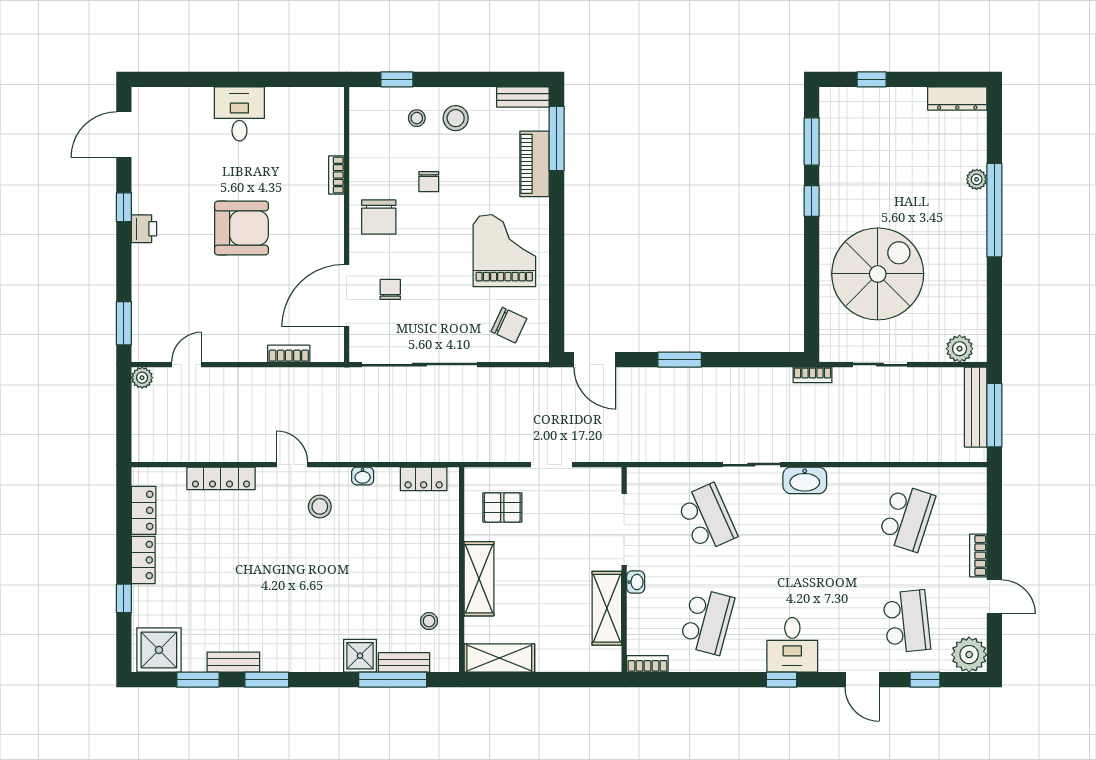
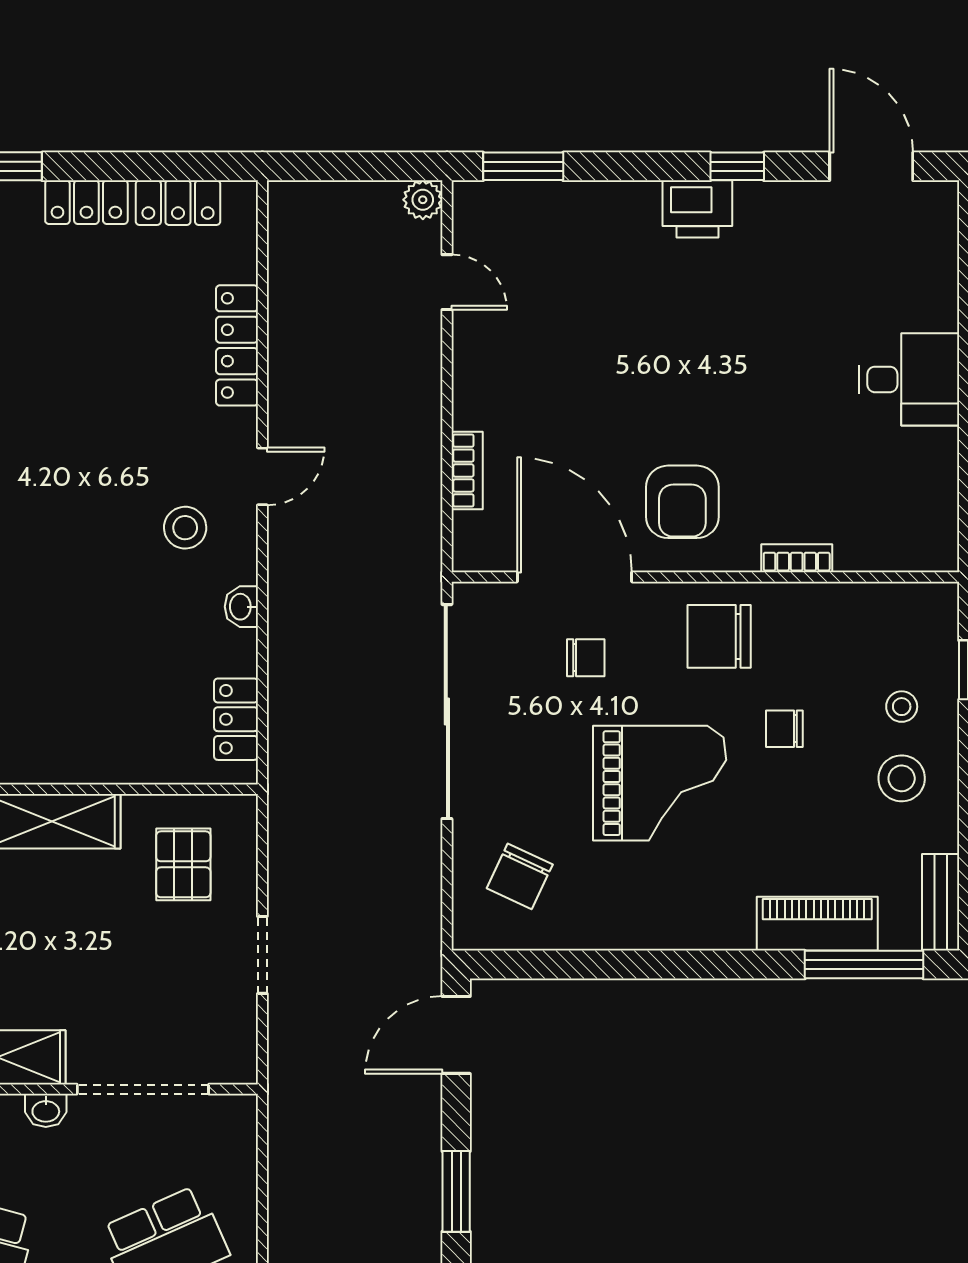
armchair: (241, 228) -> (682, 502), moved, width x0.73, depth x0.73
printer: (144, 229) -> (697, 209), width x1.36, depth x1.24
grand piano: (504, 251) -> (660, 783), moved

